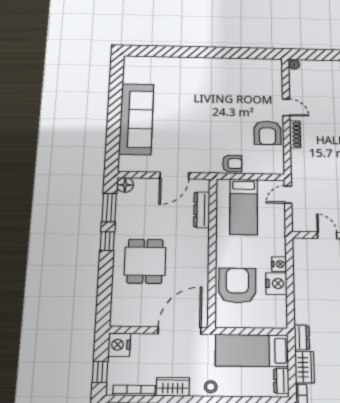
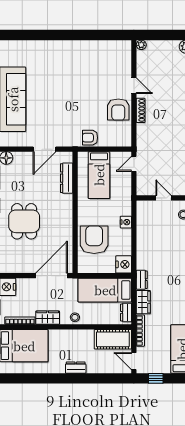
armchair: (232, 164) -> (90, 138), turned 180
nightstand: (276, 283) -> (124, 264), moved

